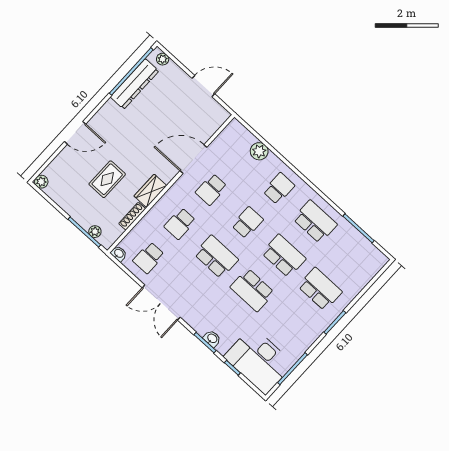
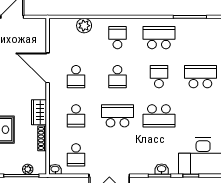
door: (193, 159) -> (48, 68), hinge flipped
school desk: (247, 223) -> (117, 77), turned 180
school desk: (284, 256) -> (159, 77), width x0.54

